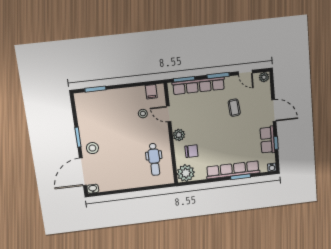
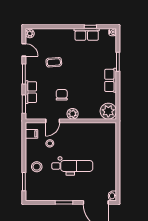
door: (245, 72) -> (24, 50), hinge flipped
row of seats: (199, 86) -> (31, 92), width x0.50
door: (274, 110) -> (60, 27), removed
stool: (92, 148) -> (37, 167), moved
chair: (192, 151) -> (62, 95), moved
dental chair: (154, 159) -> (72, 166), moved, width x1.36, depth x1.38
row of seats: (233, 170) -> (111, 80), width x0.50

